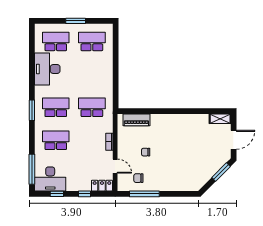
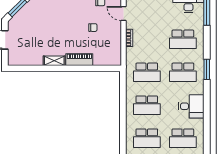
desk: (47, 69) -> (191, 106), width x0.73
school desk: (92, 74) -> (147, 105), added
shelving: (220, 119) -> (54, 61), moved
piano: (136, 120) -> (79, 60), moved

